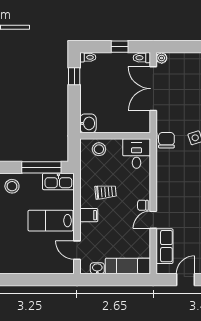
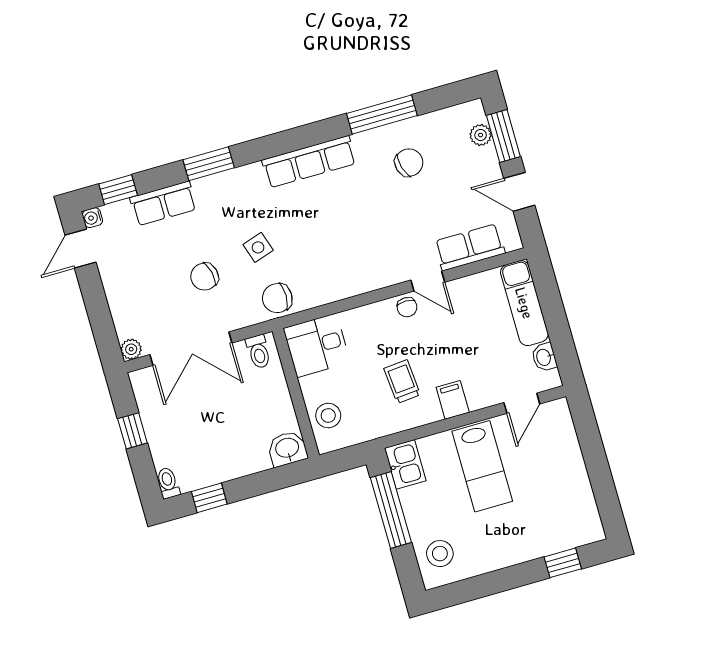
toilet: (142, 58) -> (258, 352), moved
chair: (188, 106) -> (204, 277), added
kitchen sink: (58, 182) -> (405, 464), width x0.73

